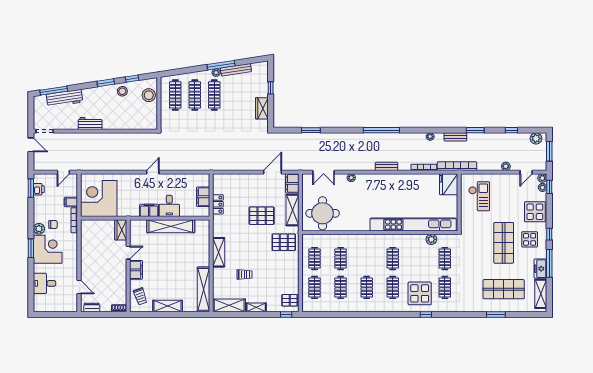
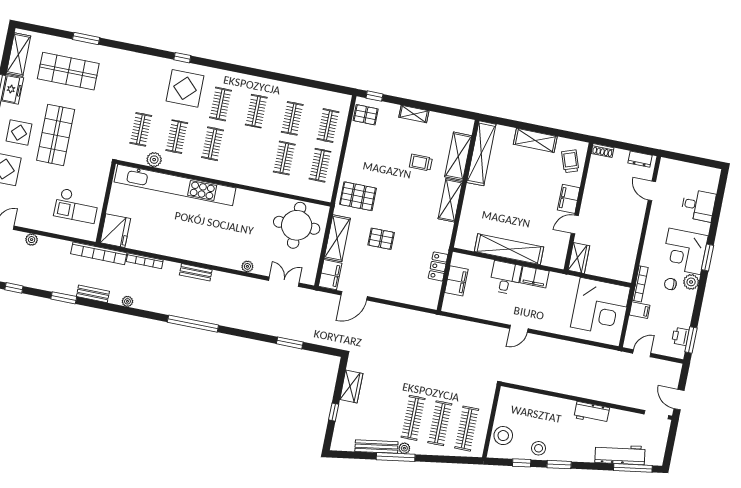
checkout: (479, 196) -> (77, 206), turned -90
pallet: (262, 216) -> (381, 239), width x0.67, depth x0.71
clothes rail: (445, 287) -> (177, 137), moved
shelving: (229, 305) -> (458, 156), moved, turned 90

